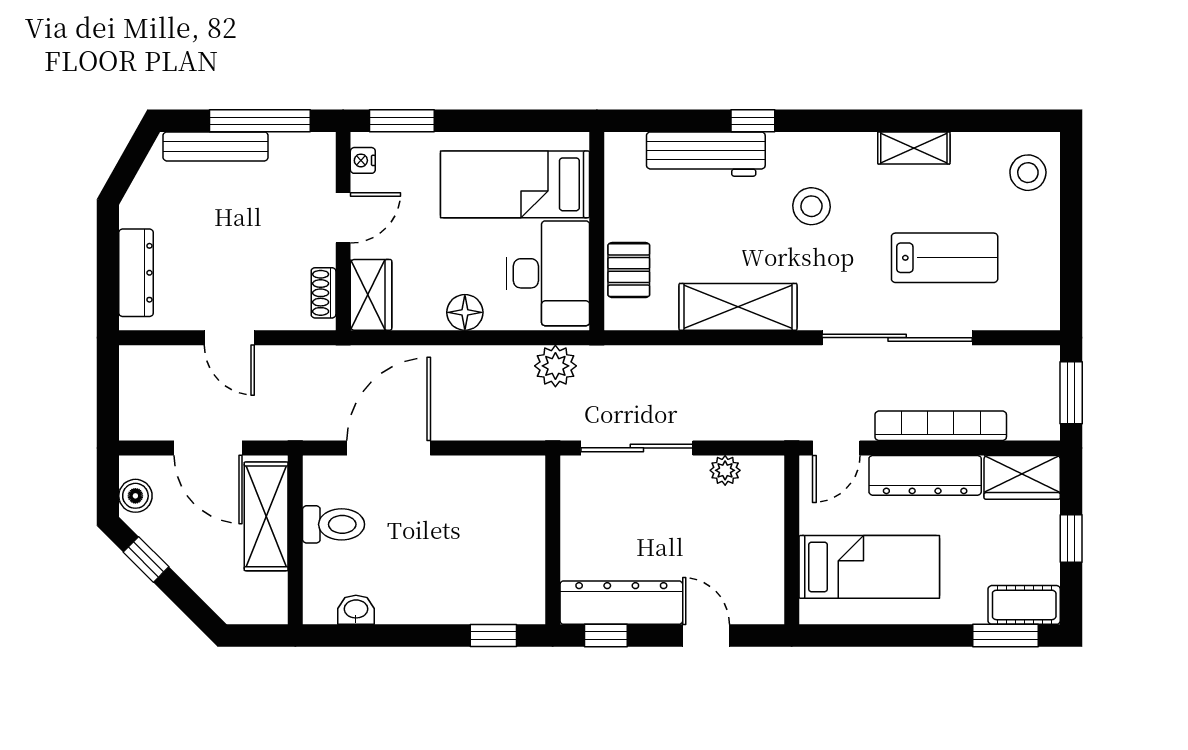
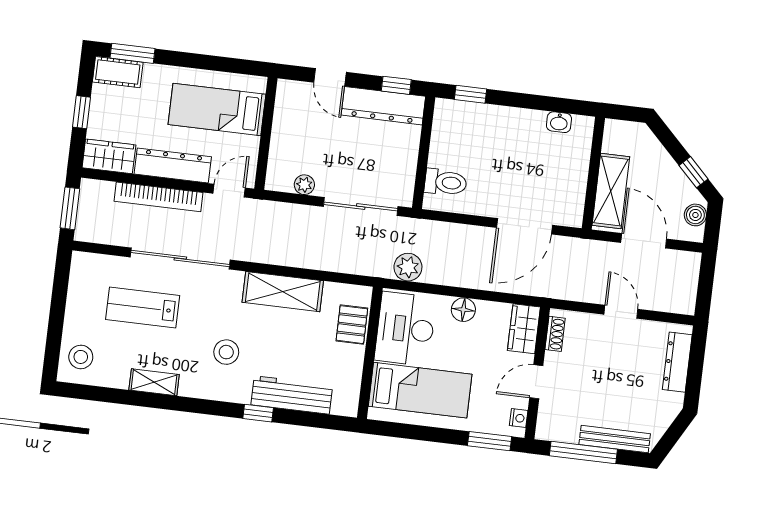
toilet: (334, 524) -> (446, 182), moved, turned 180

